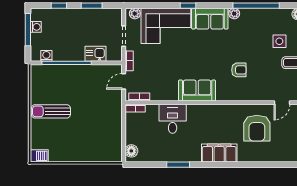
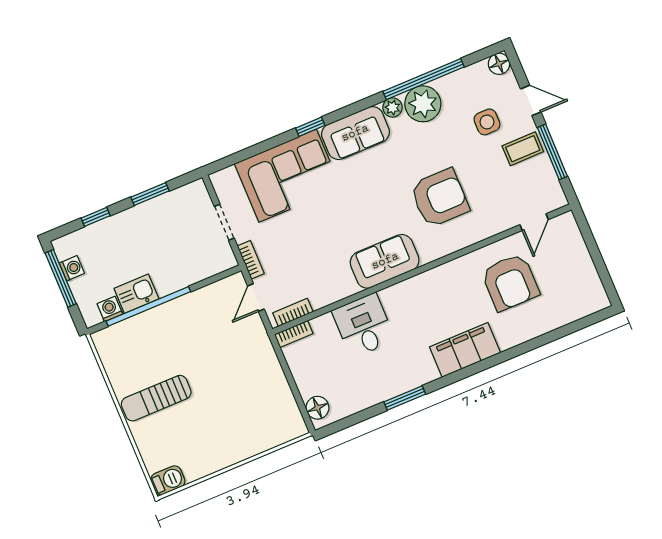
plant: (135, 14) -> (423, 104), moved, width x1.88, depth x1.88
kitchen sink: (95, 54) -> (136, 294), moved
armchair: (239, 70) -> (440, 198), width x1.88, depth x1.88

